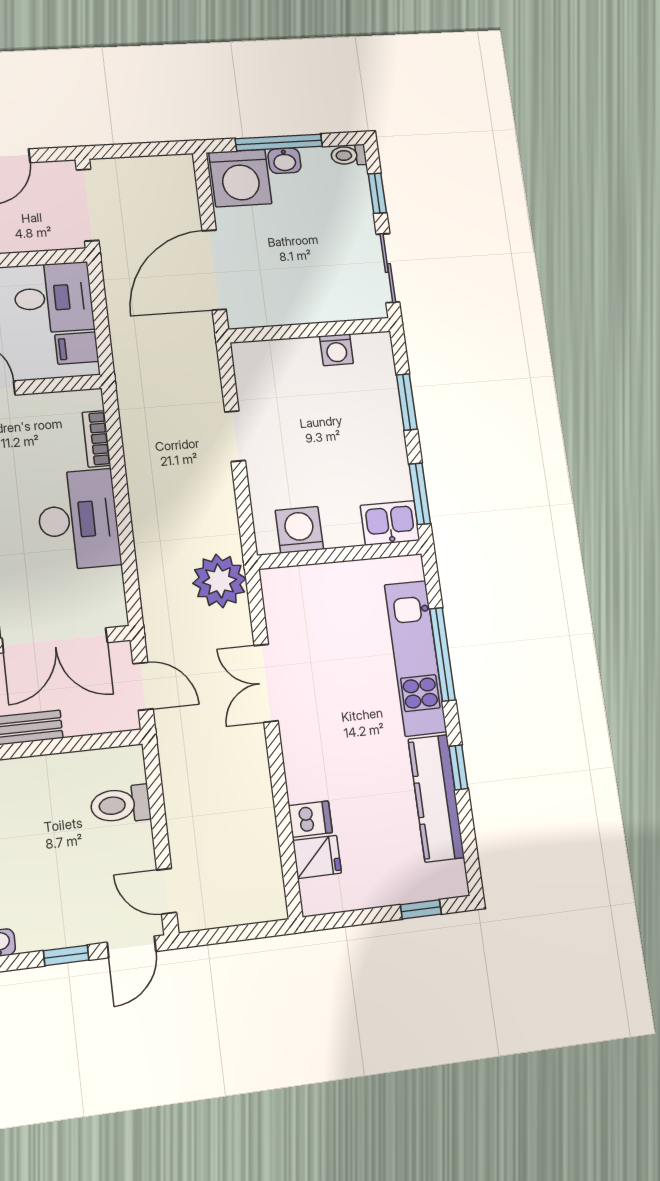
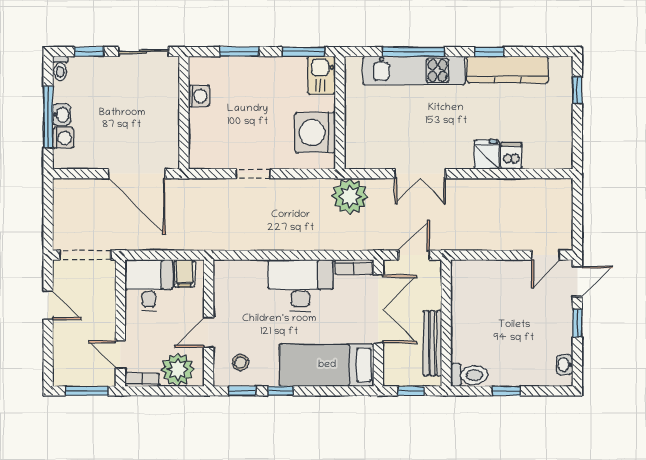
washing machine: (240, 178) -> (63, 138), width x0.53, depth x0.53
bookcase: (96, 439) -> (354, 267), moved
washing machine: (299, 530) -> (315, 133), width x1.37, depth x1.37
toilet: (120, 805) -> (488, 278), removed
fridge: (317, 857) -> (487, 155), moved
door: (132, 947) -> (577, 281), hinge flipped

